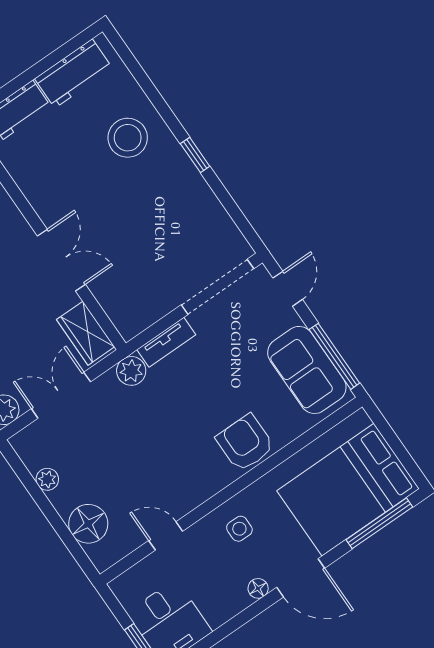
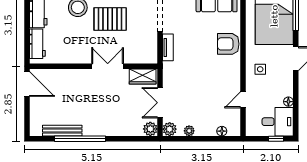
pallet: (146, 208) -> (110, 19), added
plant: (131, 371) -> (170, 129), moved
floor lamp: (88, 524) -> (222, 131), width x0.53, depth x0.53
floor lamp: (258, 588) -> (288, 102), moved

